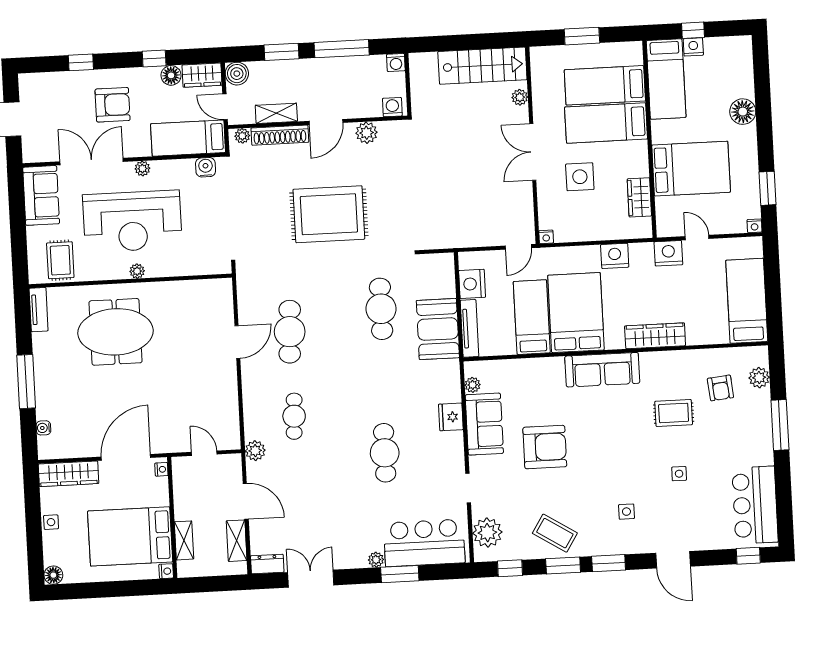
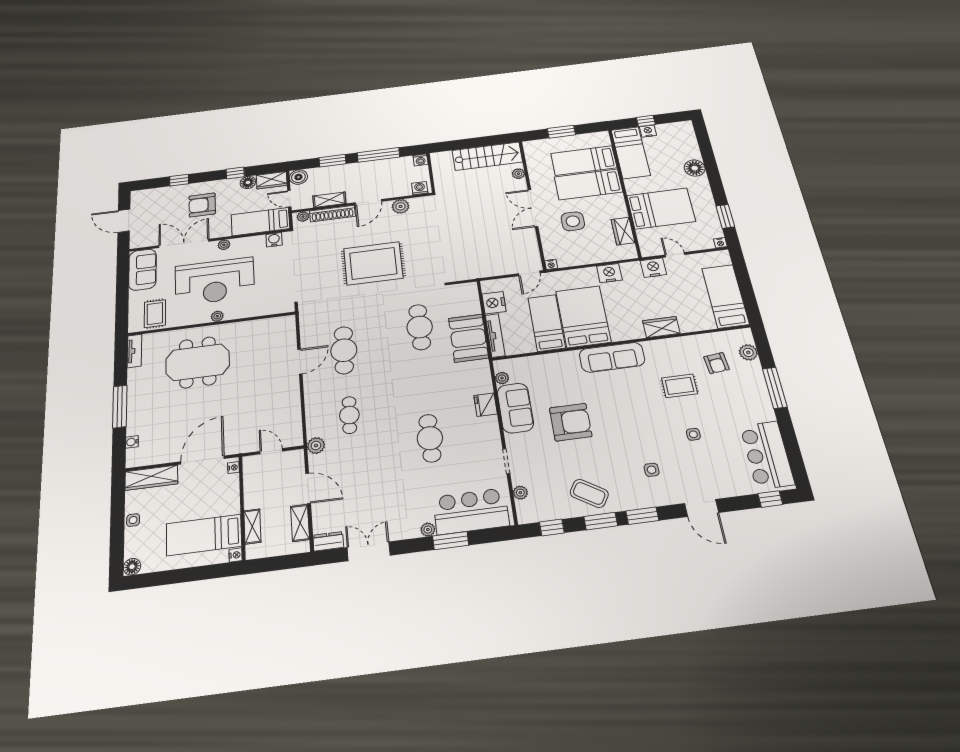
armchair: (113, 105) -> (202, 205), turned 180
wardrobe: (655, 336) -> (661, 327), width x0.67
plant: (487, 533) -> (520, 493), width x0.53, depth x0.53
bed: (130, 536) -> (204, 535), width x0.67

